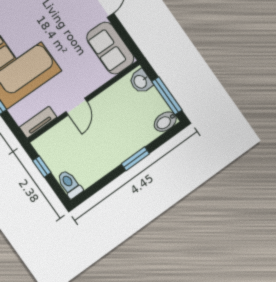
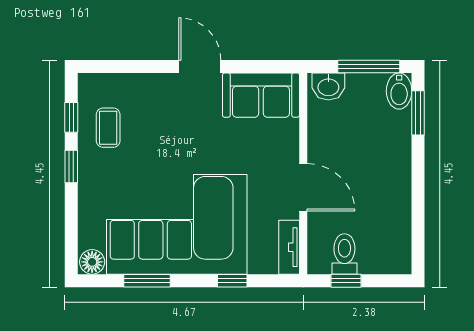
door: (76, 107) -> (303, 187), width x1.38
window: (135, 159) -> (418, 113), moved
toilet: (70, 184) -> (344, 254), moved, turned 90

